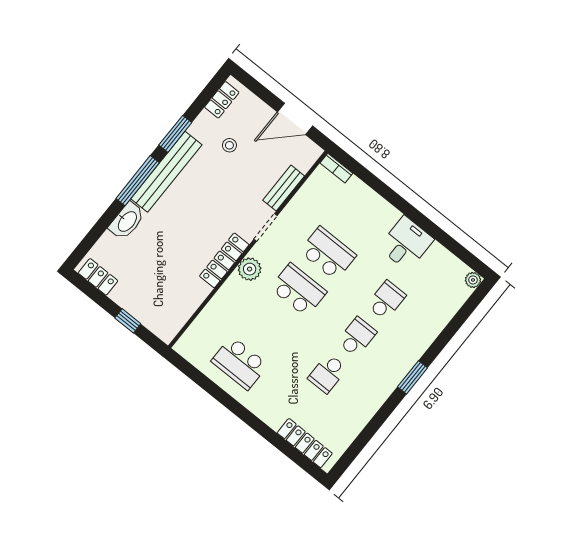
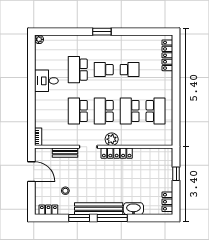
school desk: (386, 300) -> (78, 70), width x1.85
school desk: (269, 326) -> (130, 111), added

